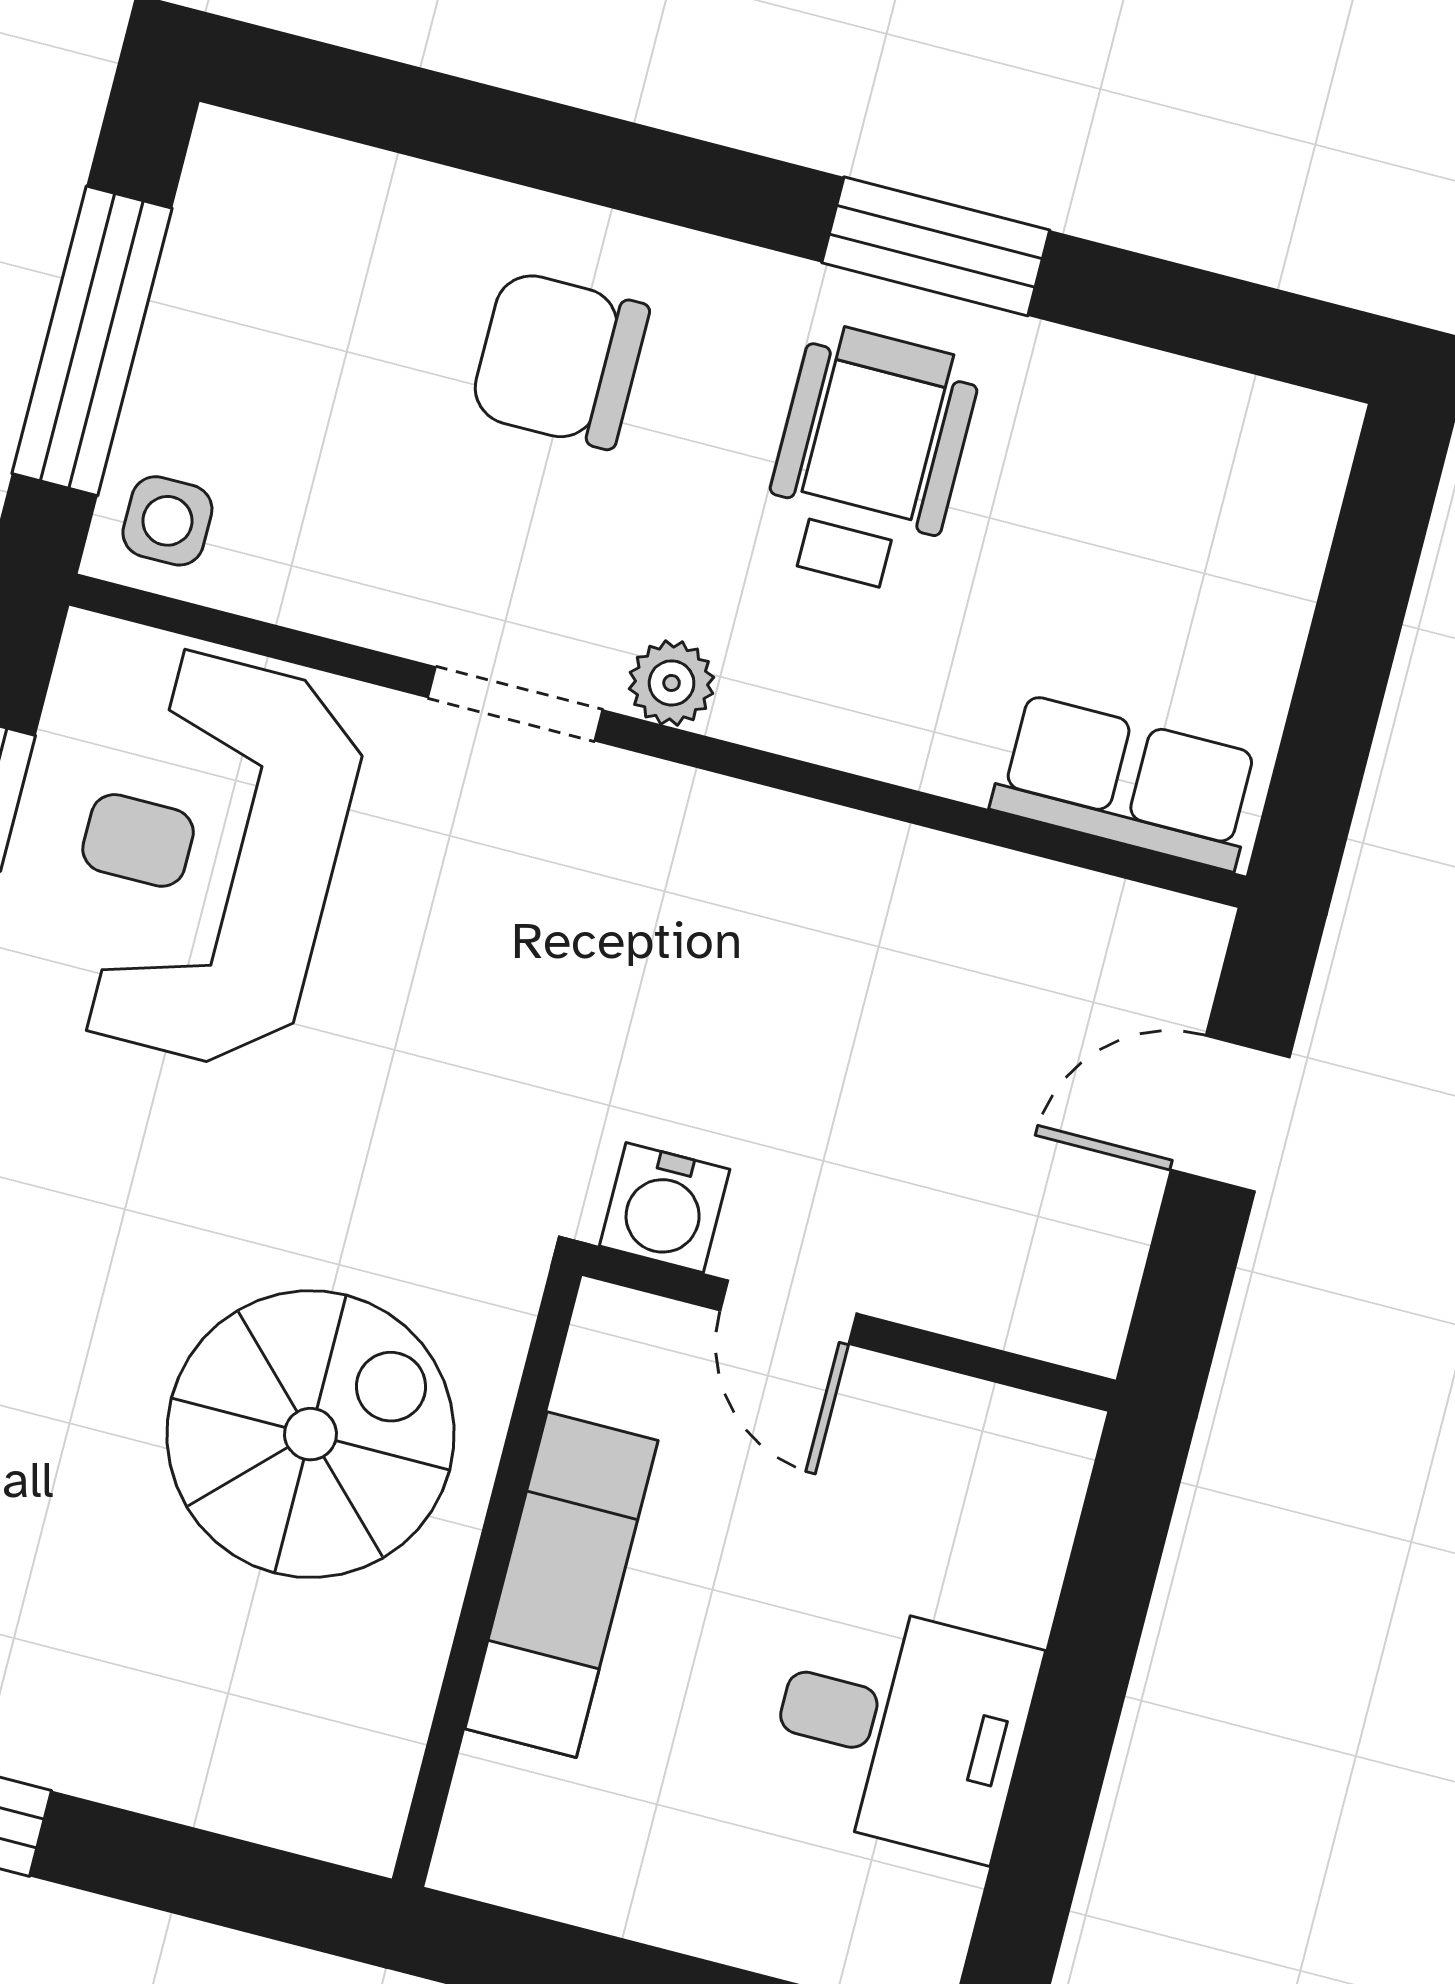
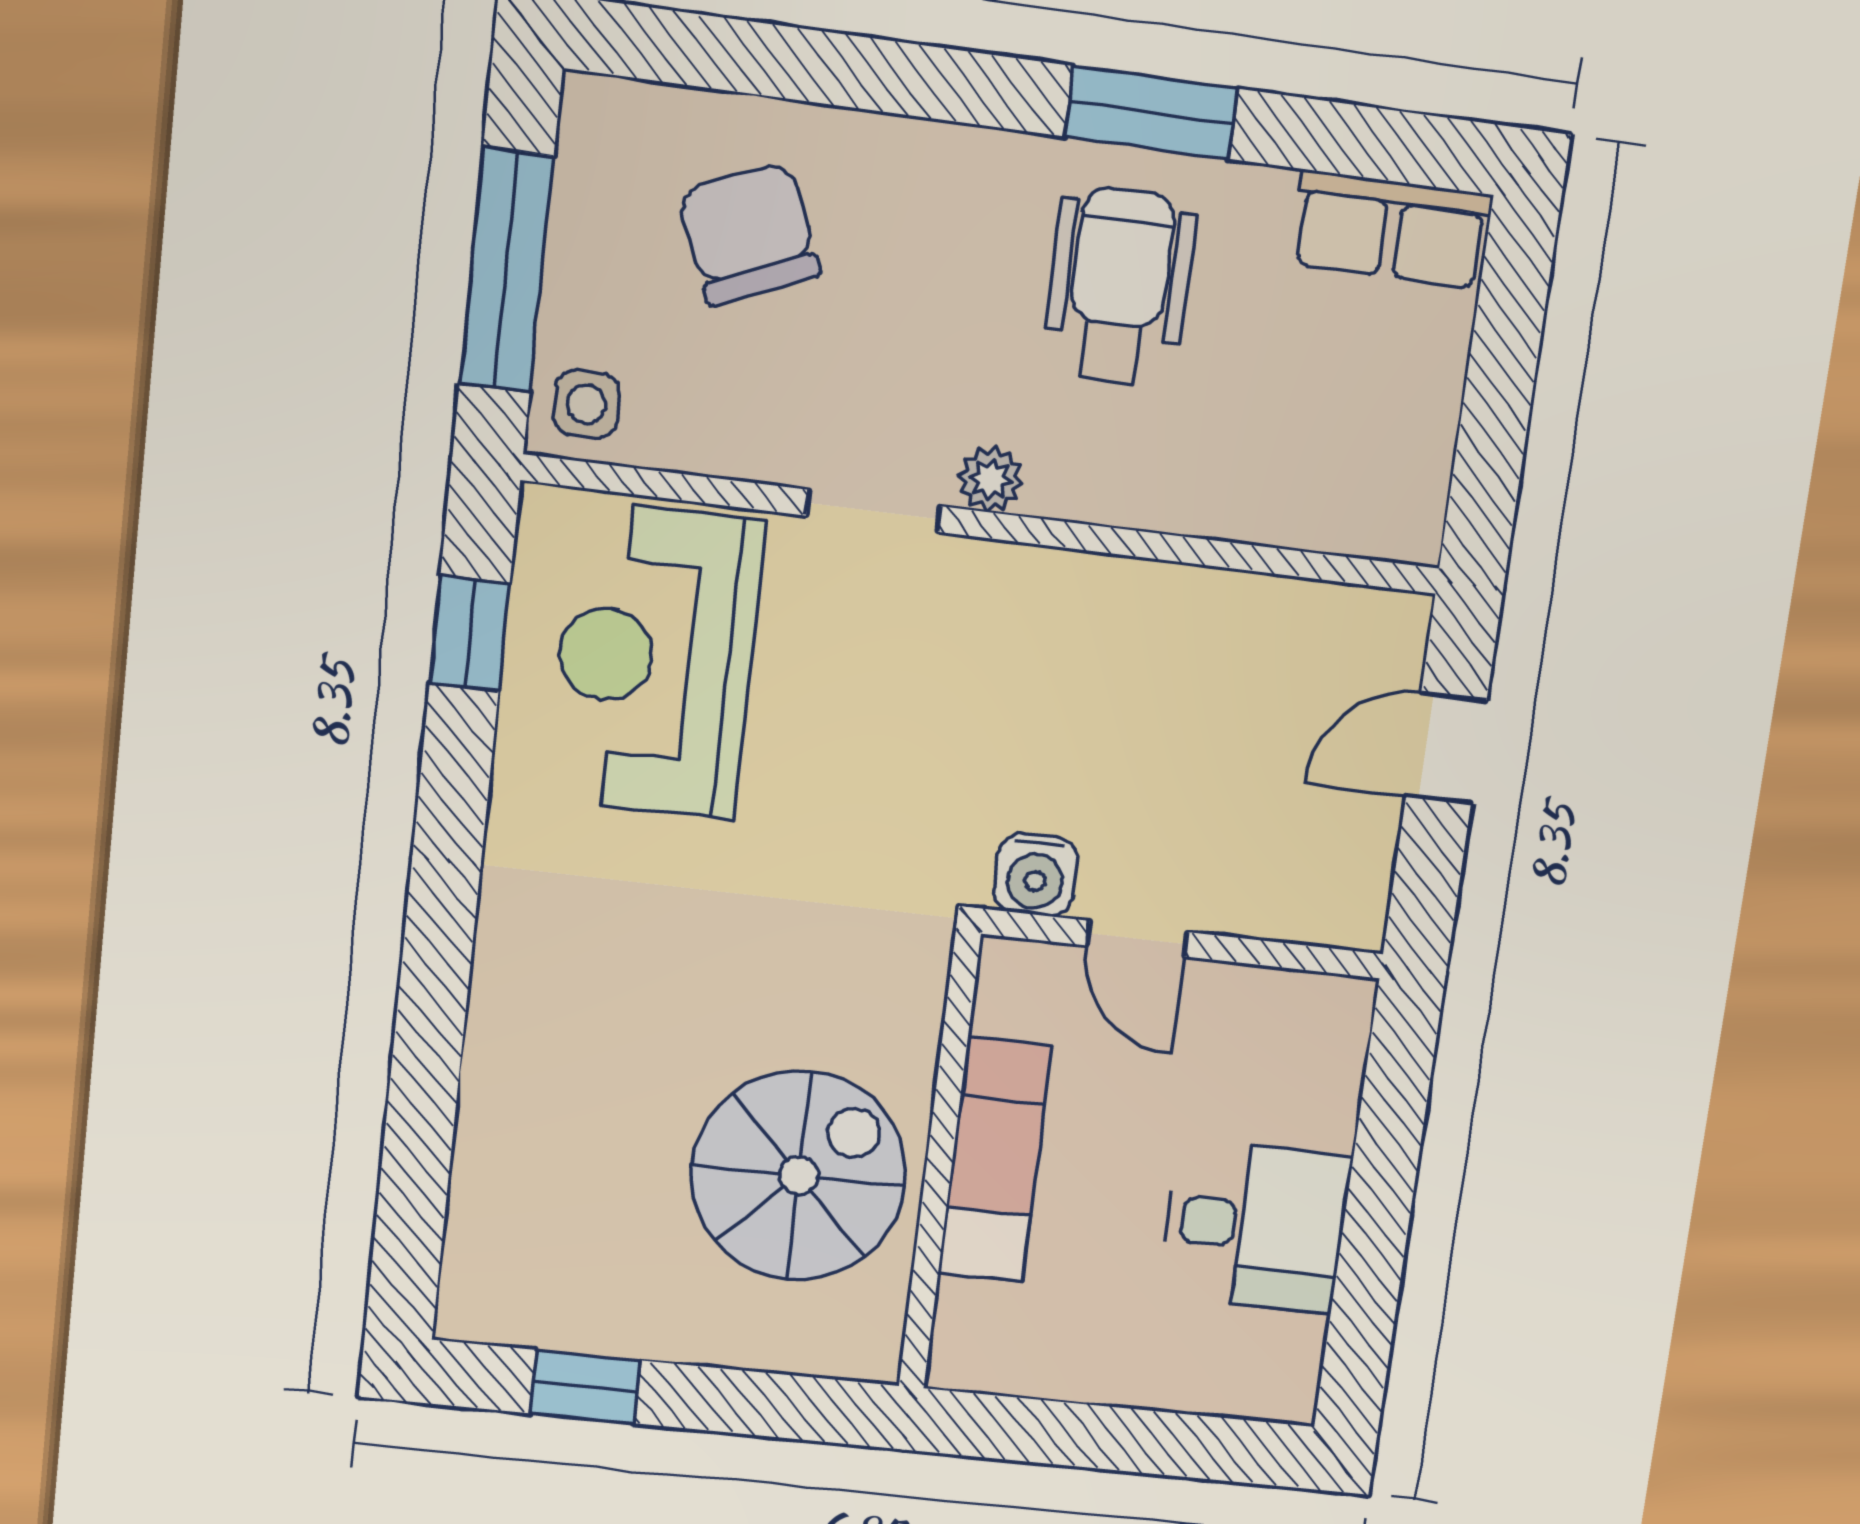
chair: (559, 360) -> (749, 234), moved, turned 67
row of seats: (1127, 782) -> (1391, 229), moved, turned 180
spiral stairs: (310, 1434) -> (799, 1175), moved

